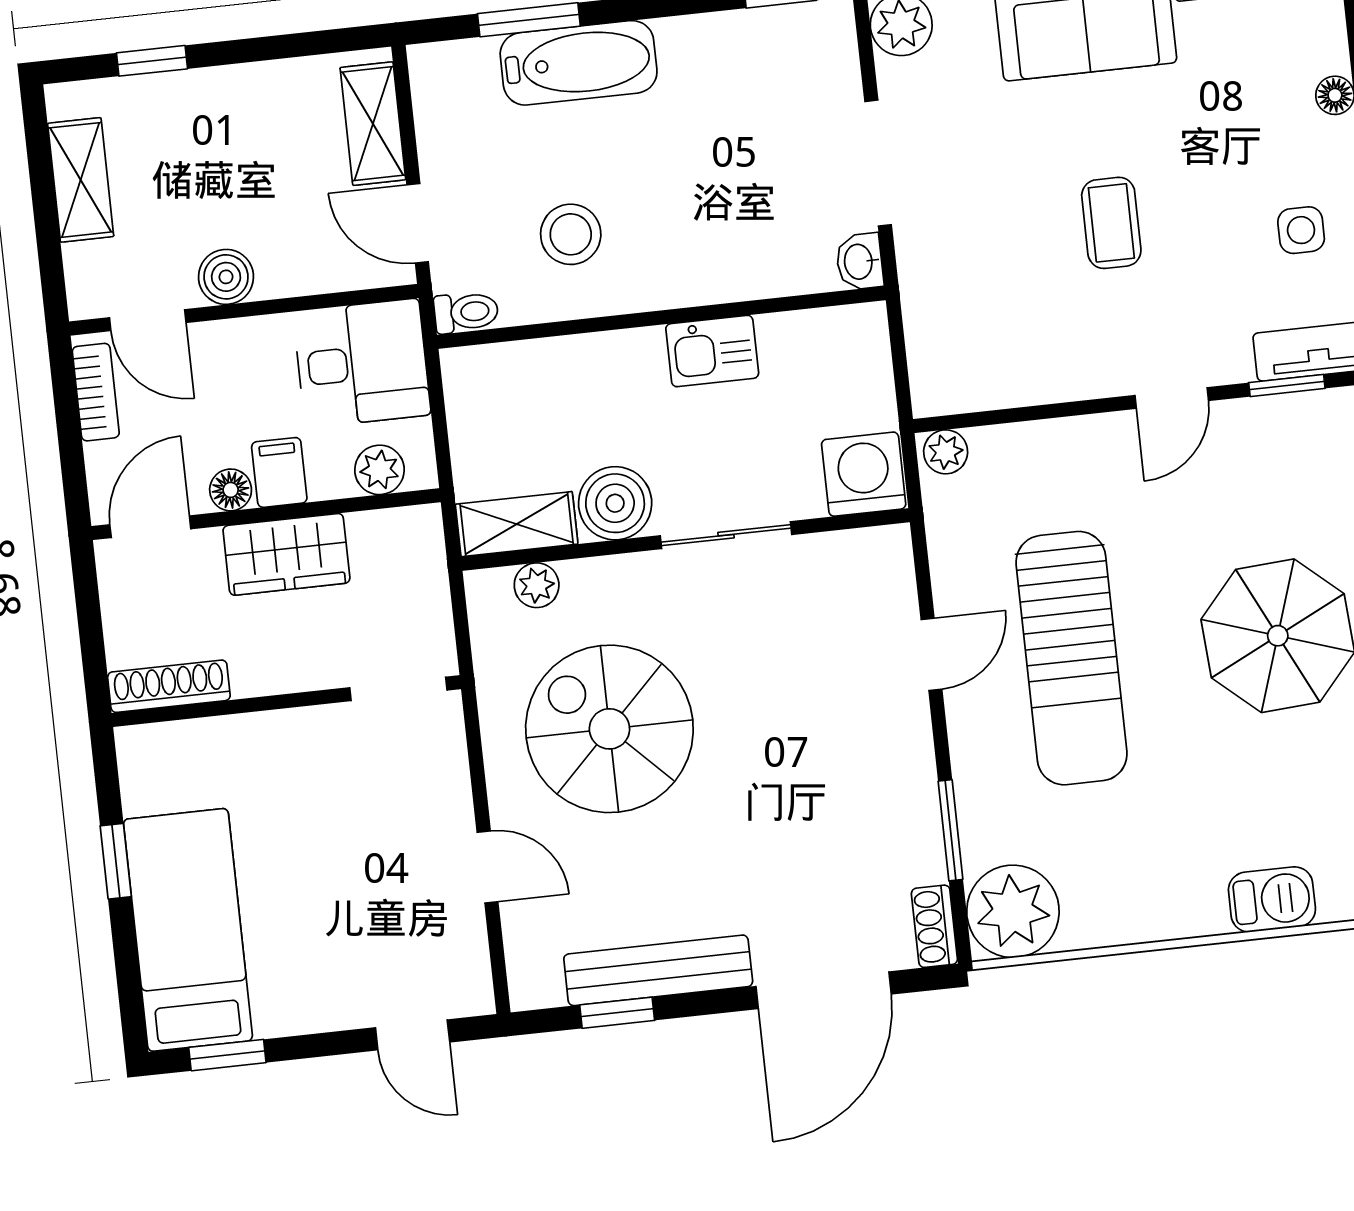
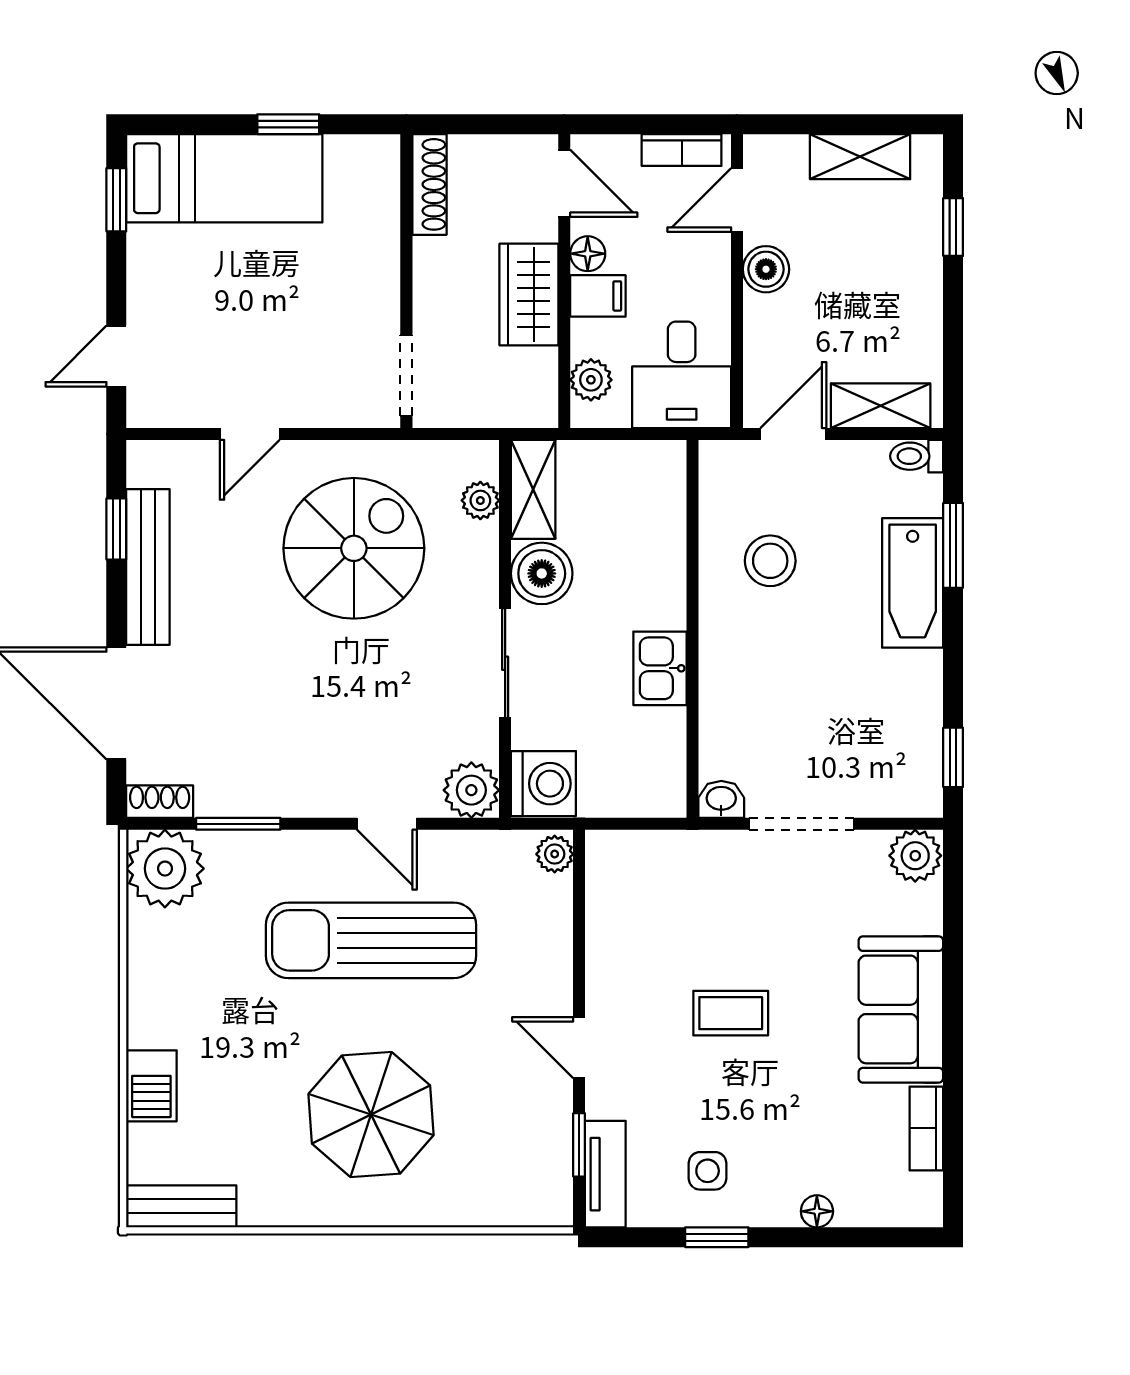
toilet: (466, 312) -> (917, 456), moved, turned 90
plant: (881, 559) -> (471, 790), added

